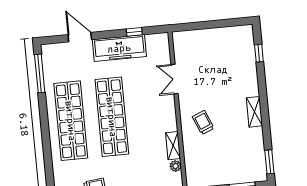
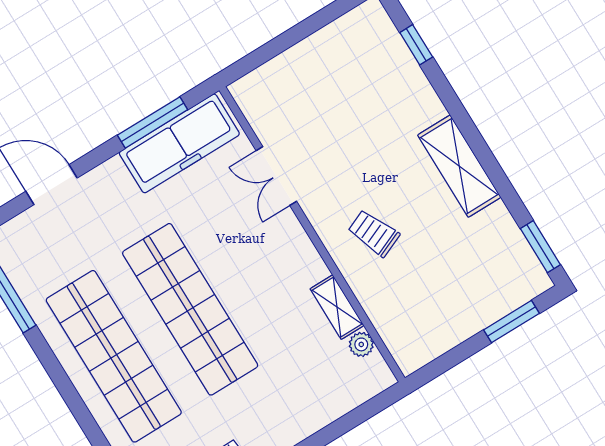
window: (134, 32) -> (153, 122), width x2.17
freezer: (119, 48) -> (179, 143), moved
shelving: (254, 112) -> (459, 166), width x1.50, depth x1.33

